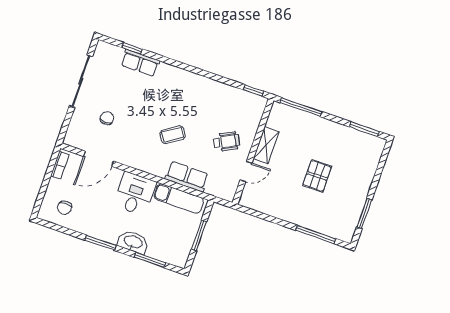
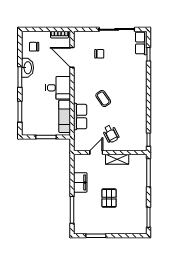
row of seats: (140, 63) -> (141, 43), moved
door: (246, 172) -> (96, 153), swing flipped
pallet: (317, 176) -> (109, 198), turned 90
filing cabinet: (281, 209) -> (80, 182), added
washbasin: (133, 242) -> (27, 68), moved

